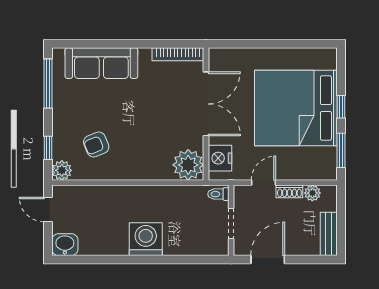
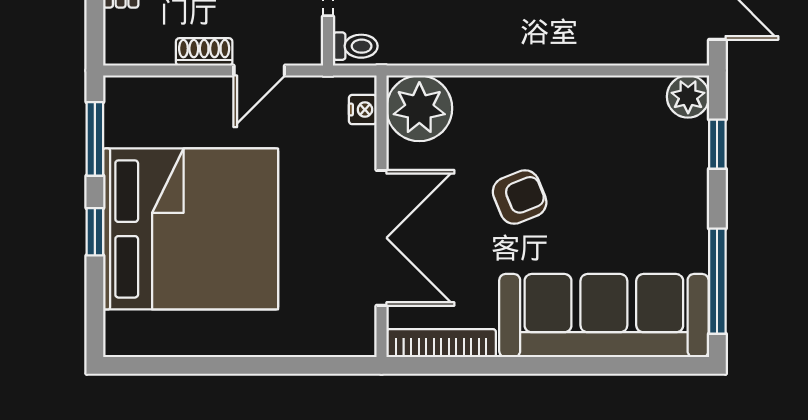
sofa: (101, 63) -> (604, 316), width x1.36, depth x1.27
double door: (206, 104) -> (381, 238), swing flipped
armchair: (96, 144) -> (520, 197), moved
nightstand: (220, 158) -> (363, 110), width x0.53, depth x0.56
plant: (312, 193) -> (155, 48), removed

